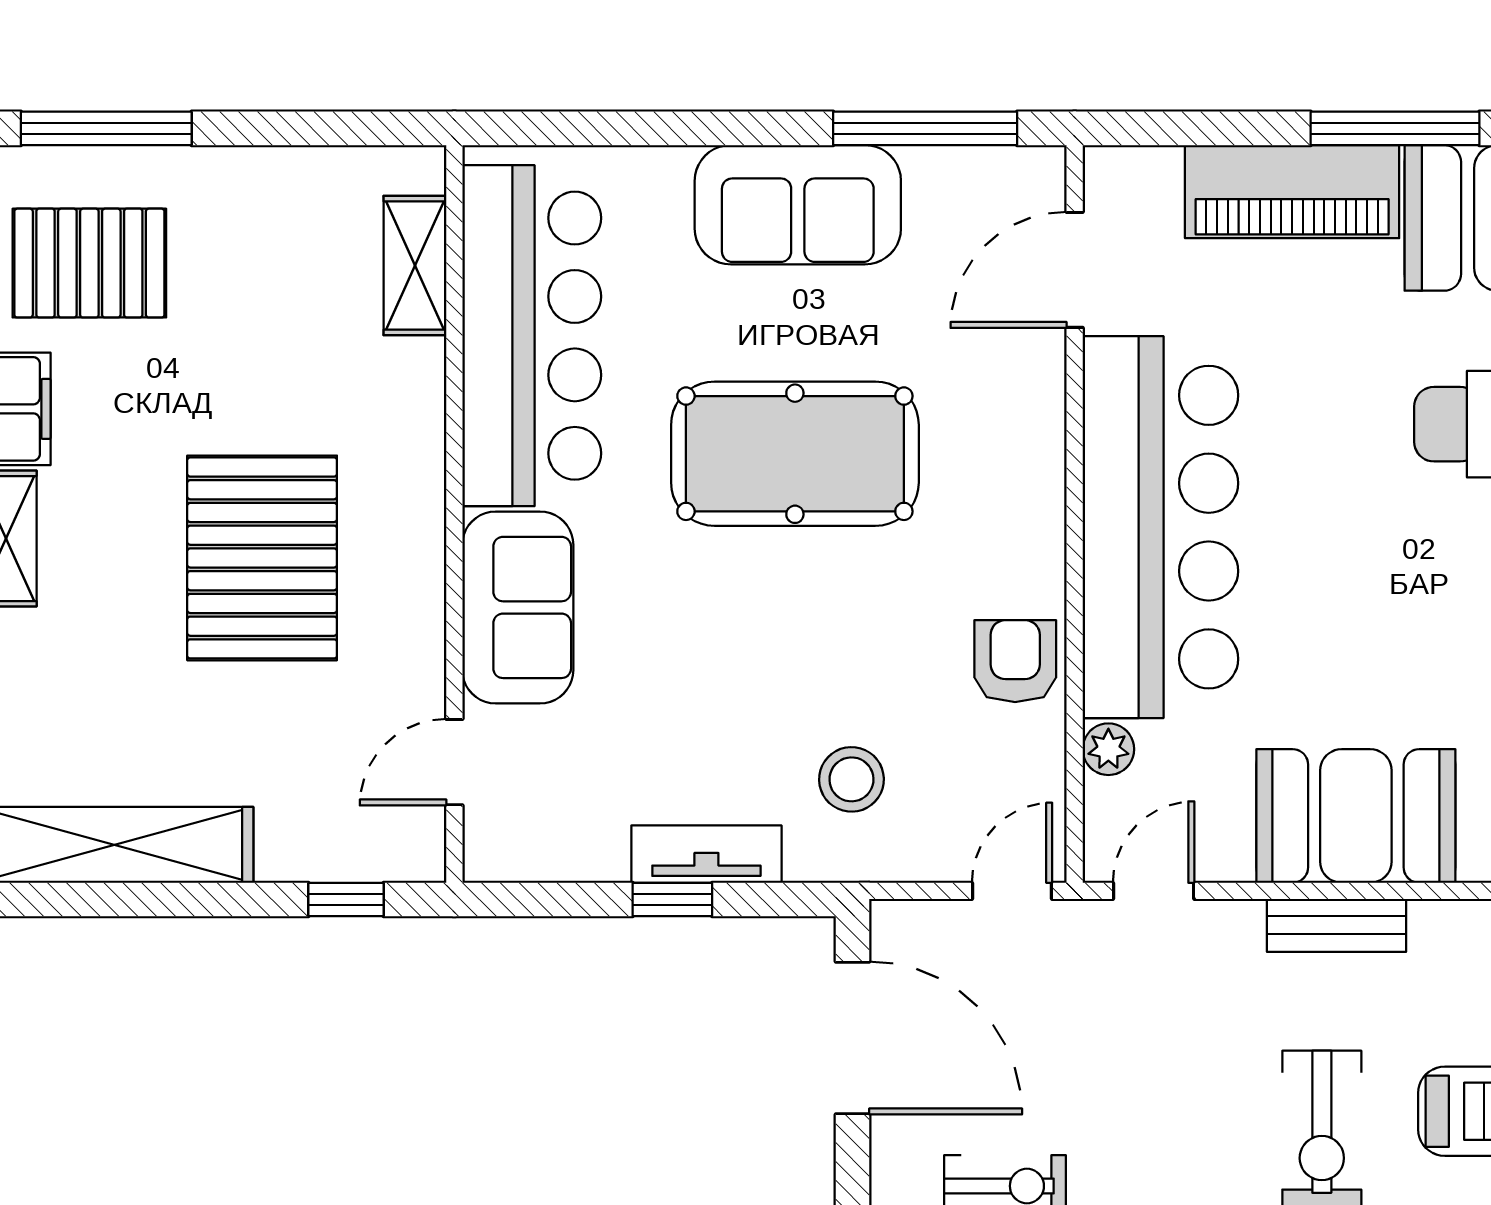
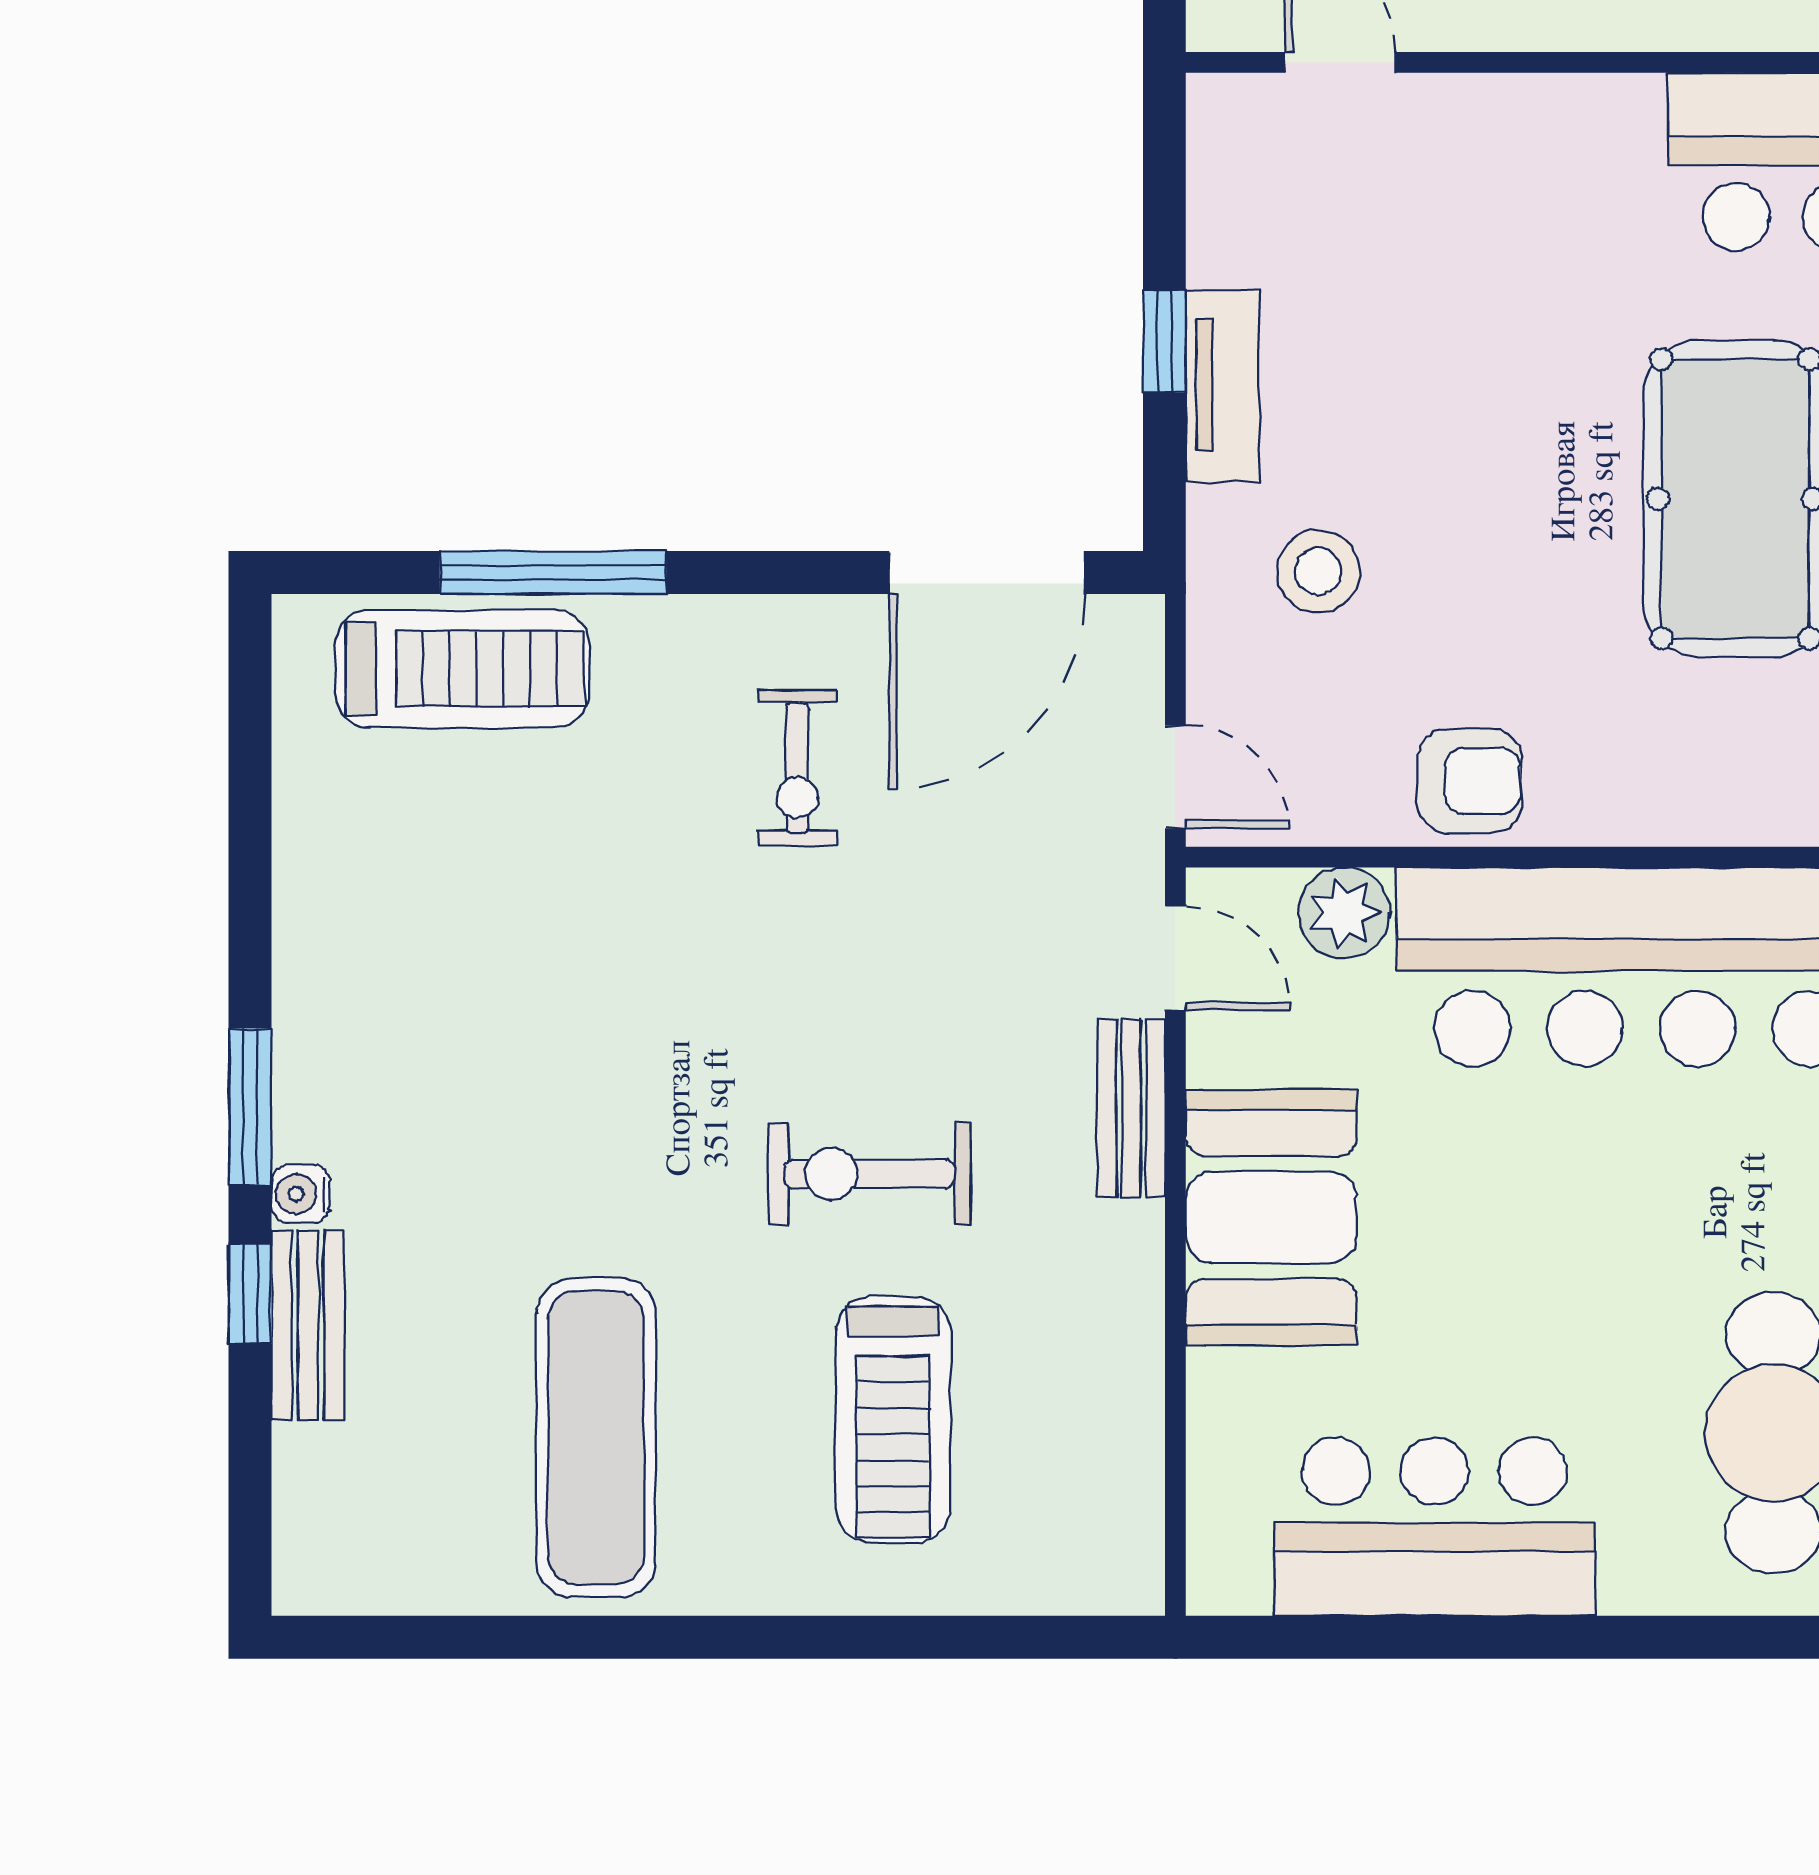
sofa: (518, 607) -> (1538, 144), removed
plant: (1108, 749) -> (1344, 913), width x1.38, depth x1.38
bench: (1336, 925) -> (1131, 1108), moved

